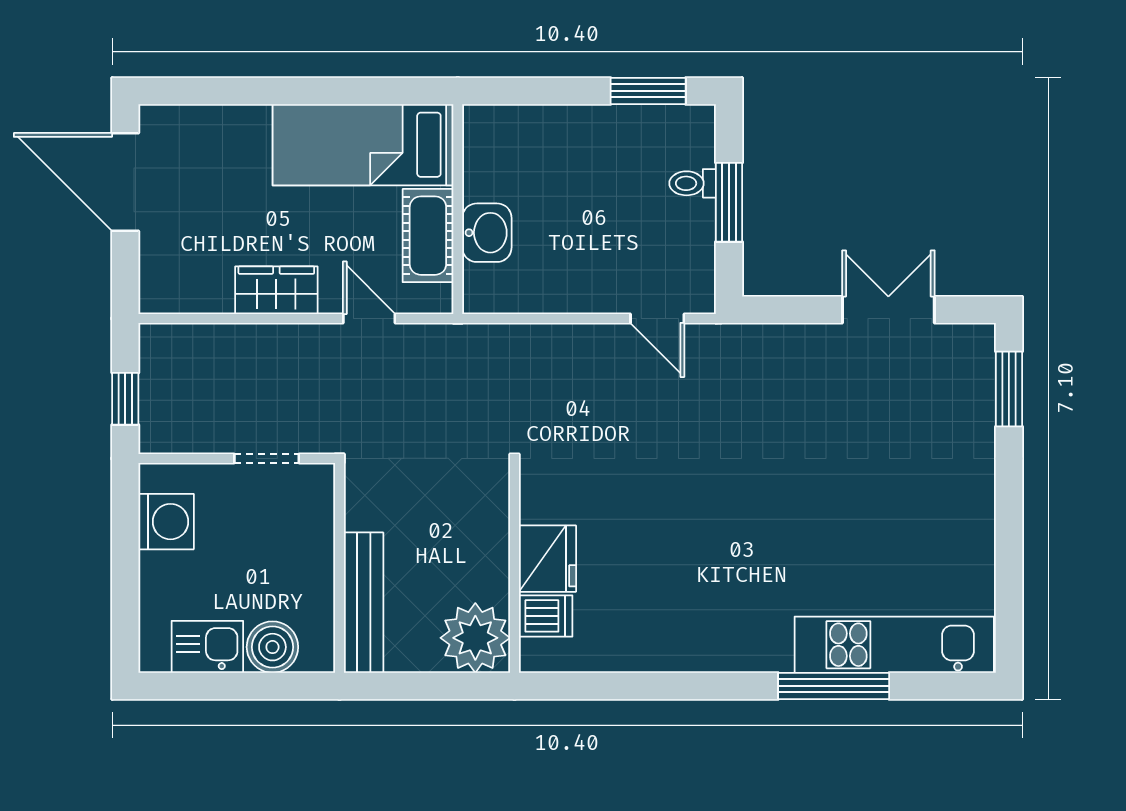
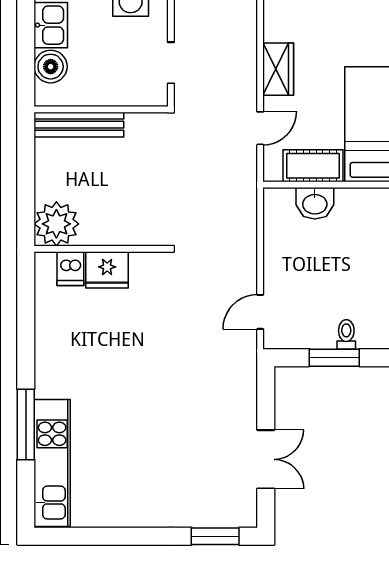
fridge: (548, 559) -> (107, 270), moved
wall: (515, 568) -> (101, 249), moved
dishwasher: (546, 616) -> (70, 269), moved
plant: (475, 638) -> (56, 224), moved

